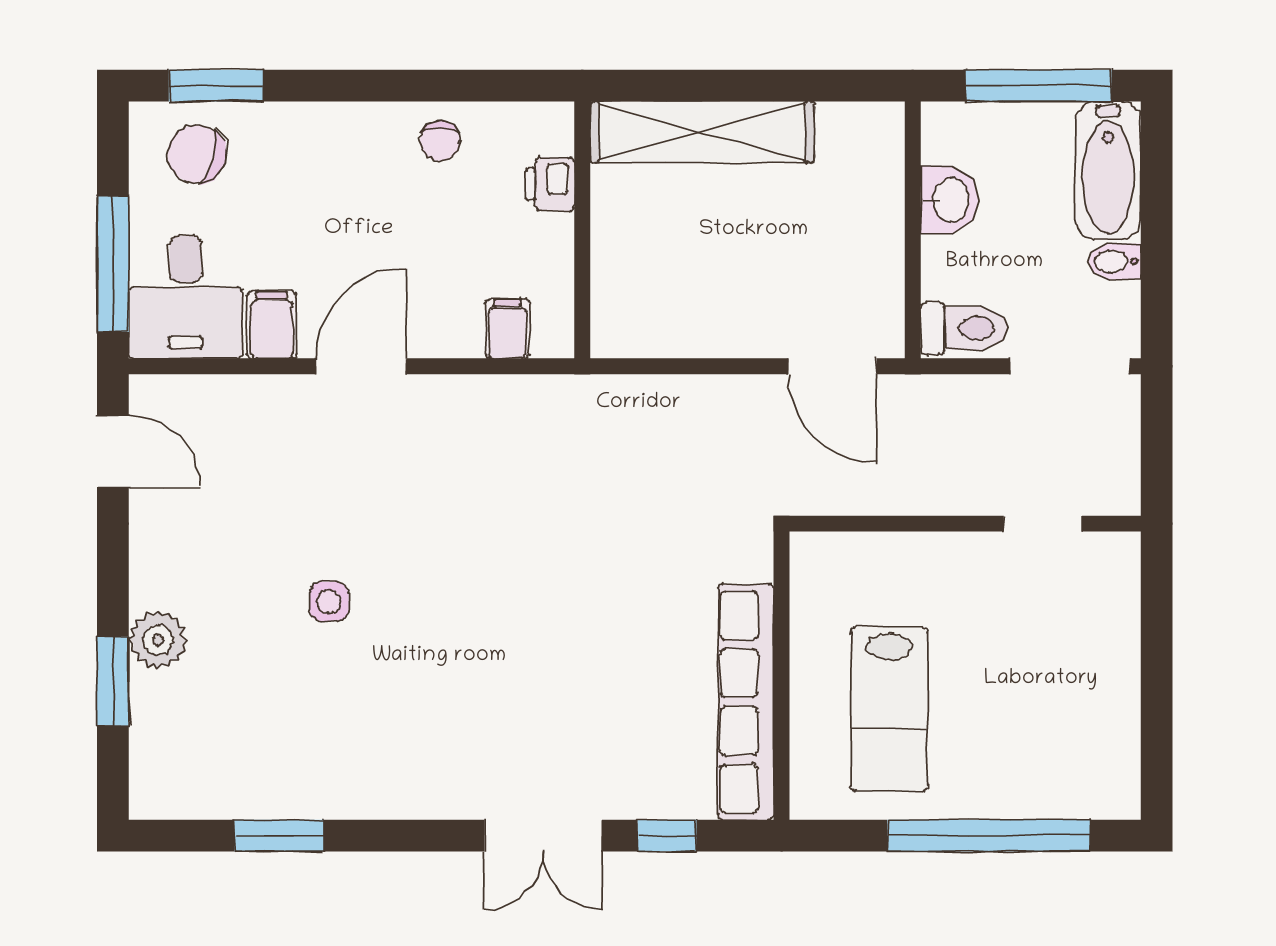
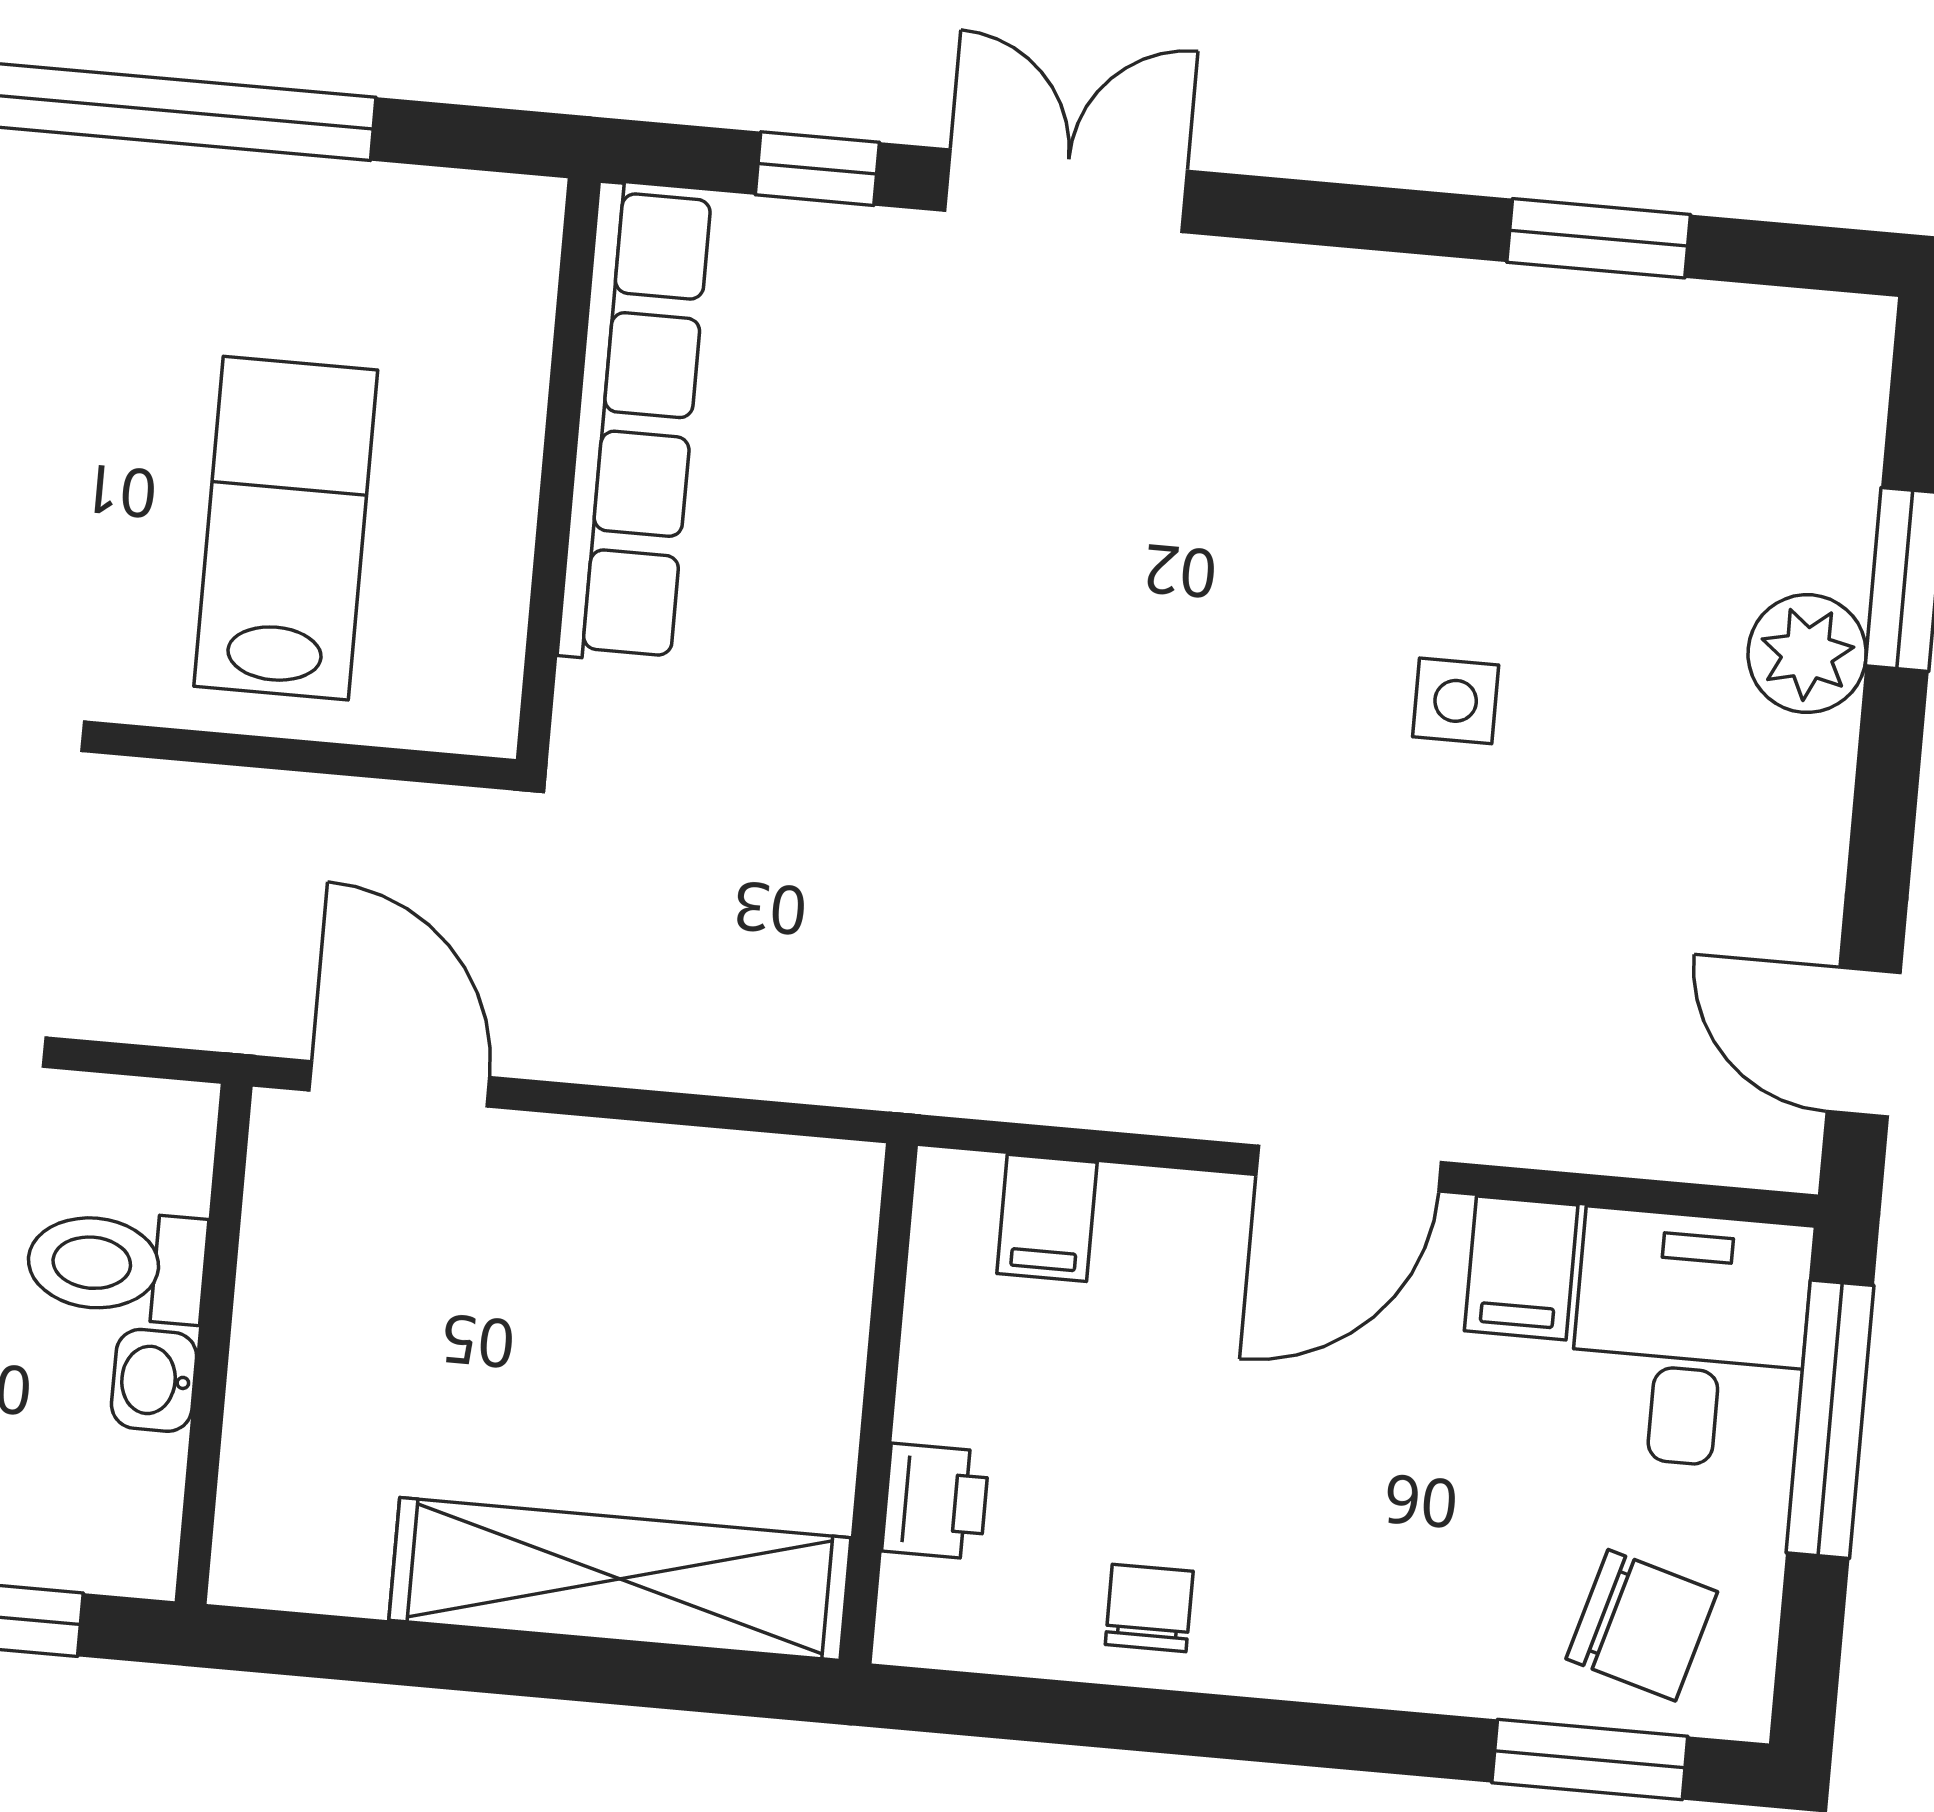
washbasin: (949, 200) -> (154, 1380), width x0.72, depth x0.69
toilet: (964, 328) -> (116, 1265), moved
lab bench: (889, 709) -> (286, 528), moved

